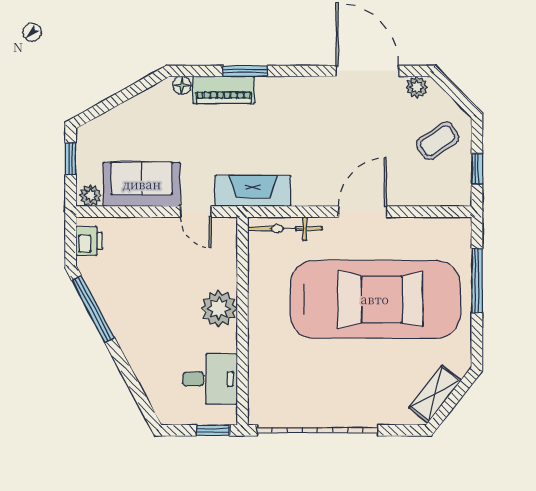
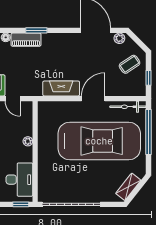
fireplace: (253, 191) -> (61, 88), moved
bicycle: (285, 229) -> (128, 107), moved
window: (477, 281) -> (149, 132), width x1.46
plant: (219, 308) -> (28, 141), width x0.53, depth x0.53
desk: (210, 379) -> (19, 180), width x1.37

